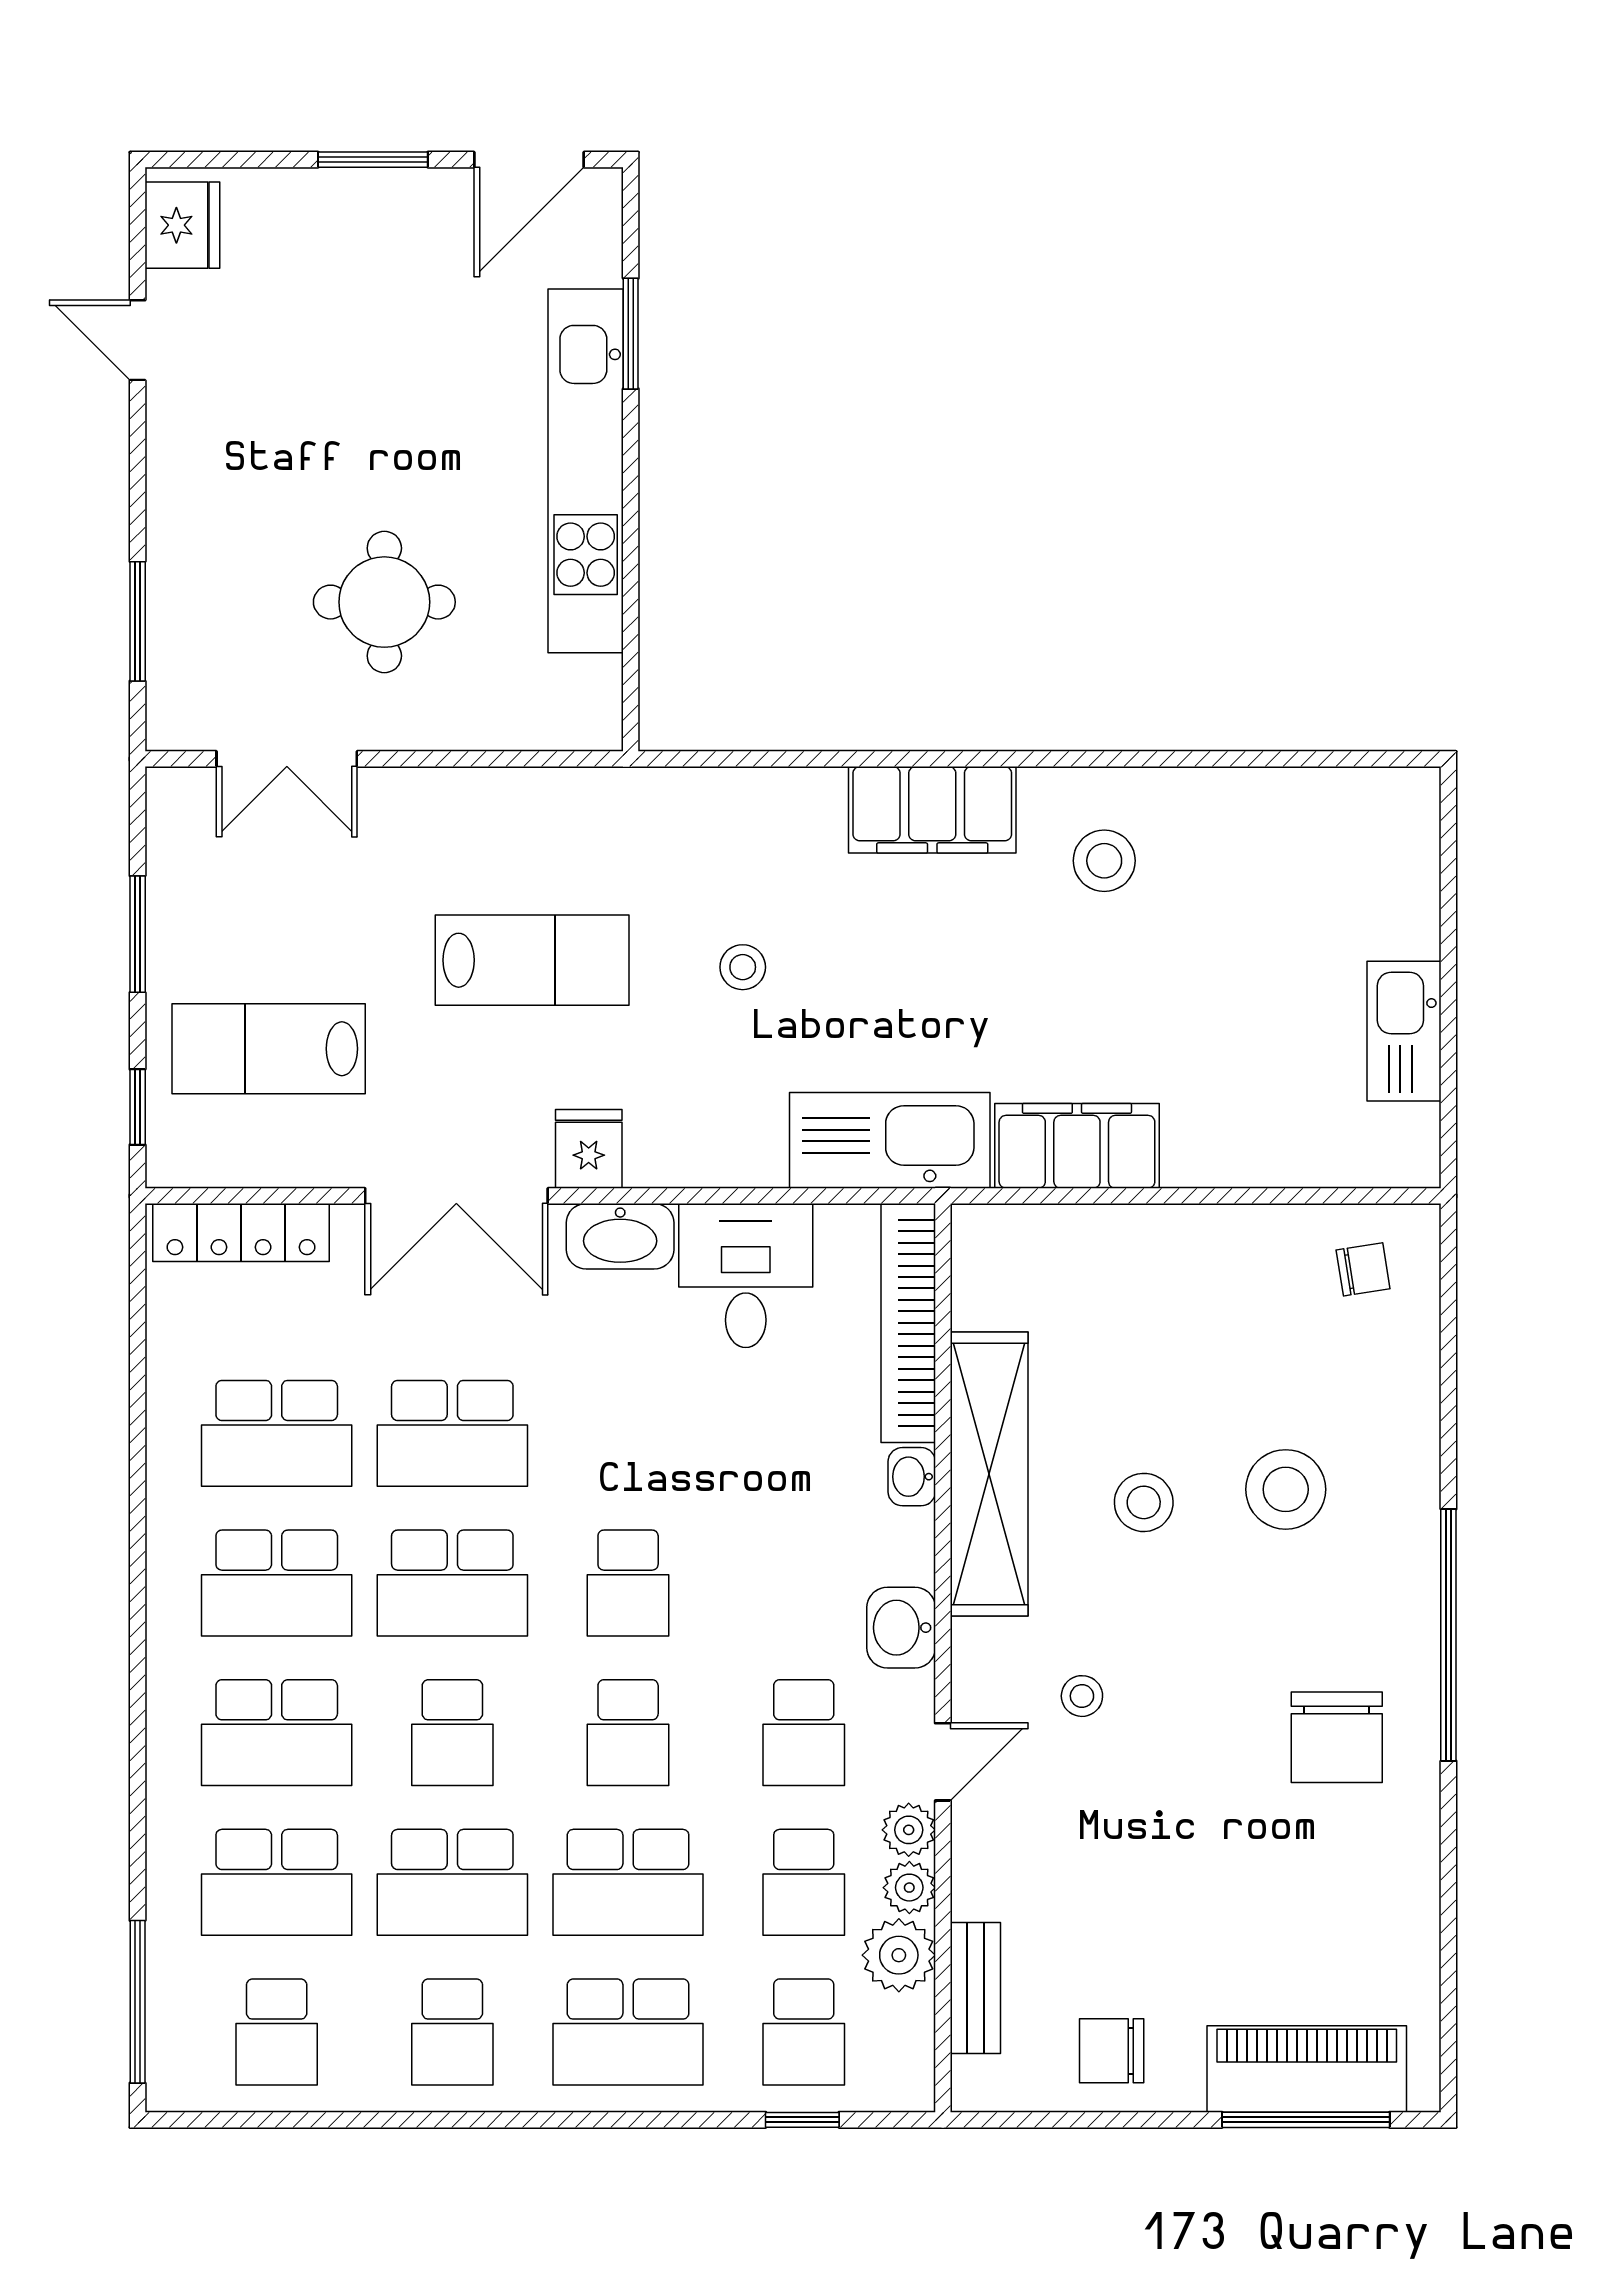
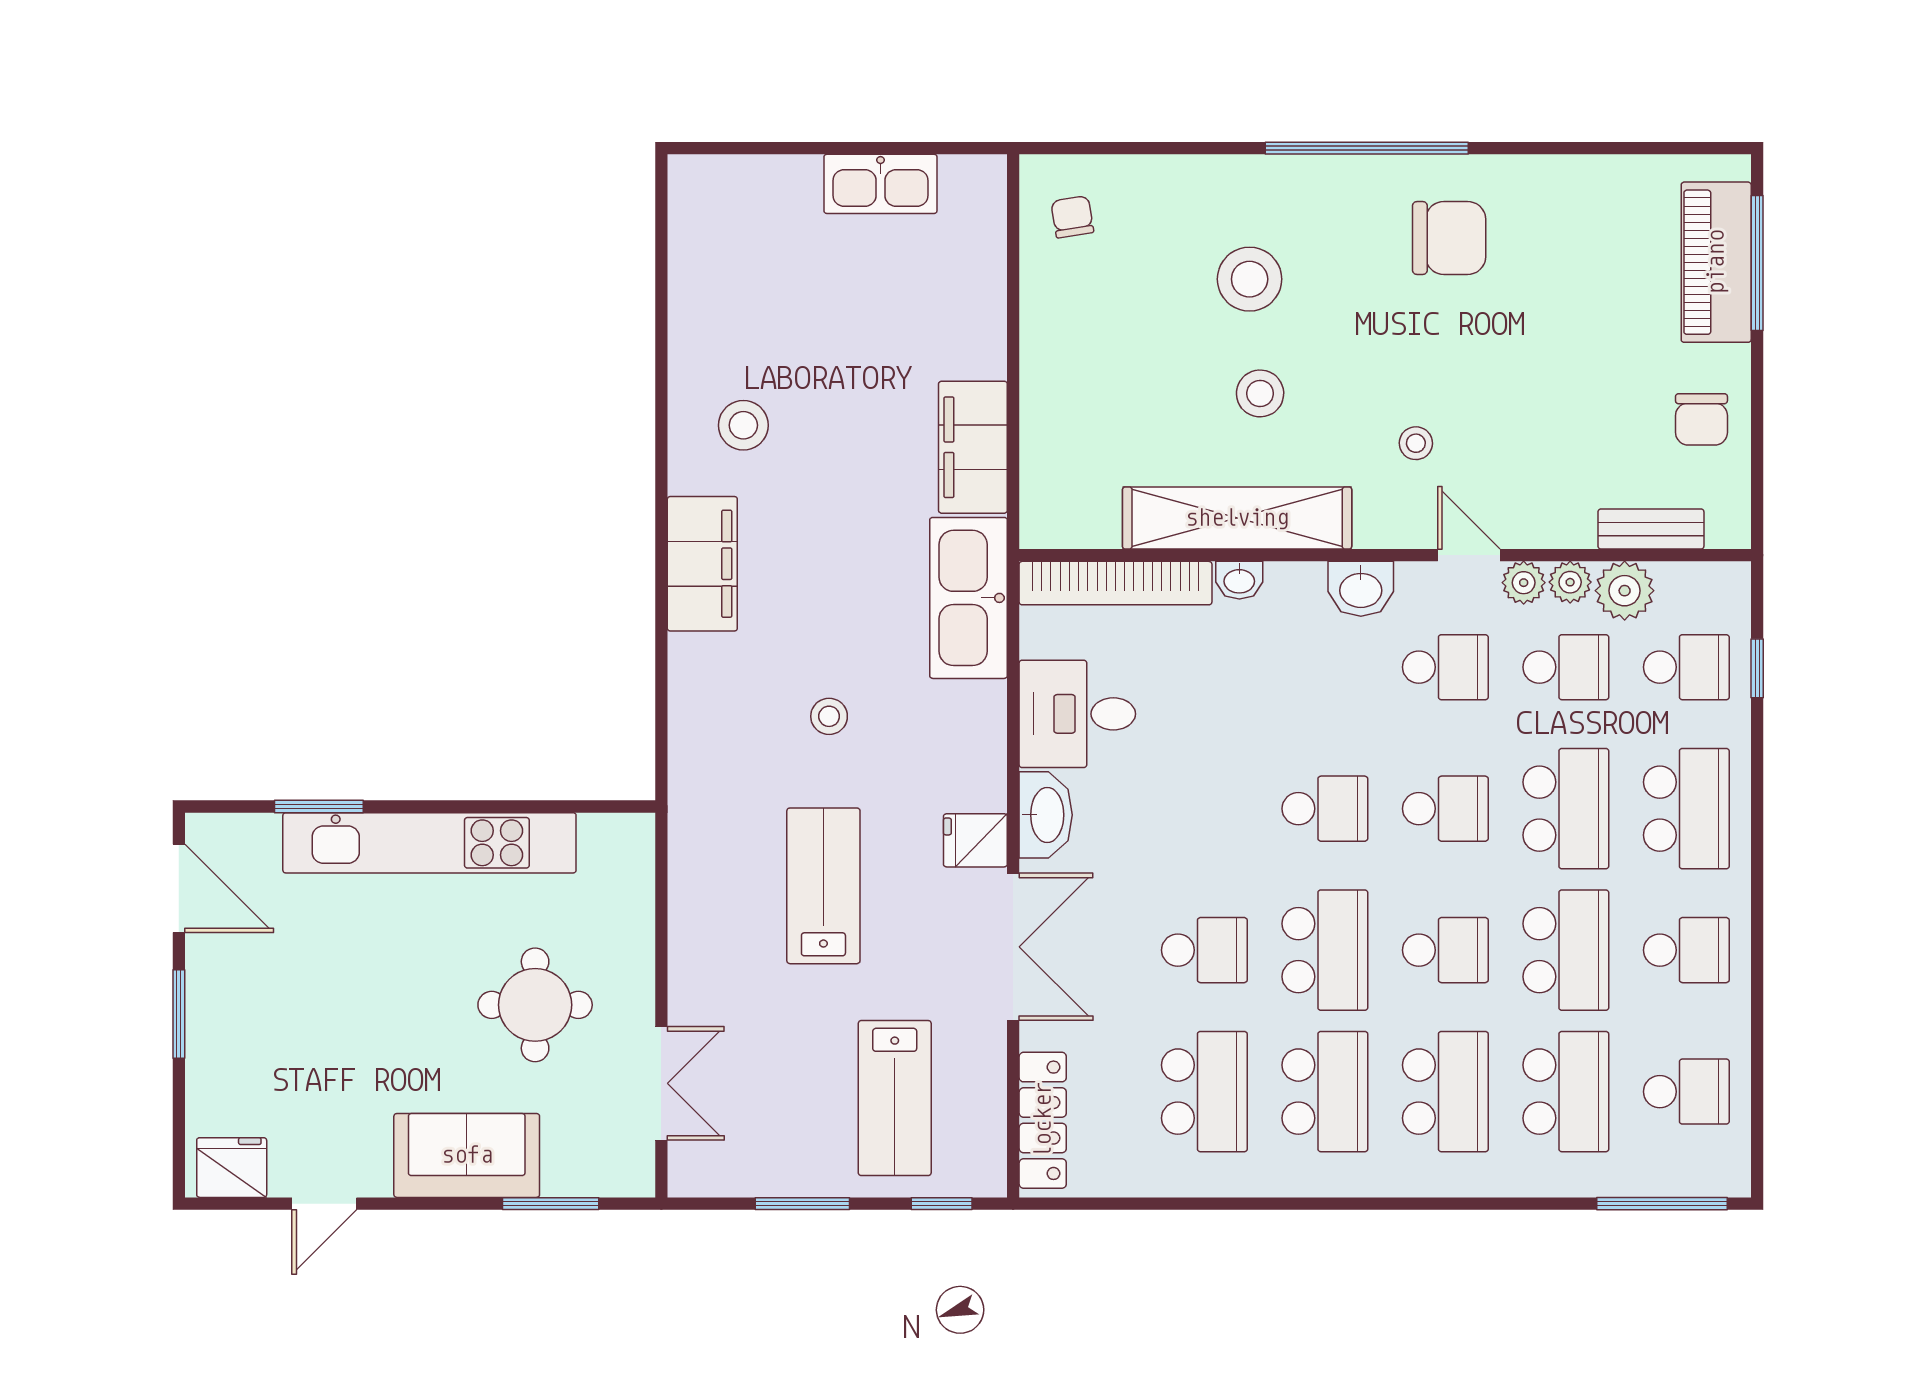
sofa: (197, 517) -> (467, 1155), added
school desk: (452, 1433) -> (1204, 950), width x0.54

